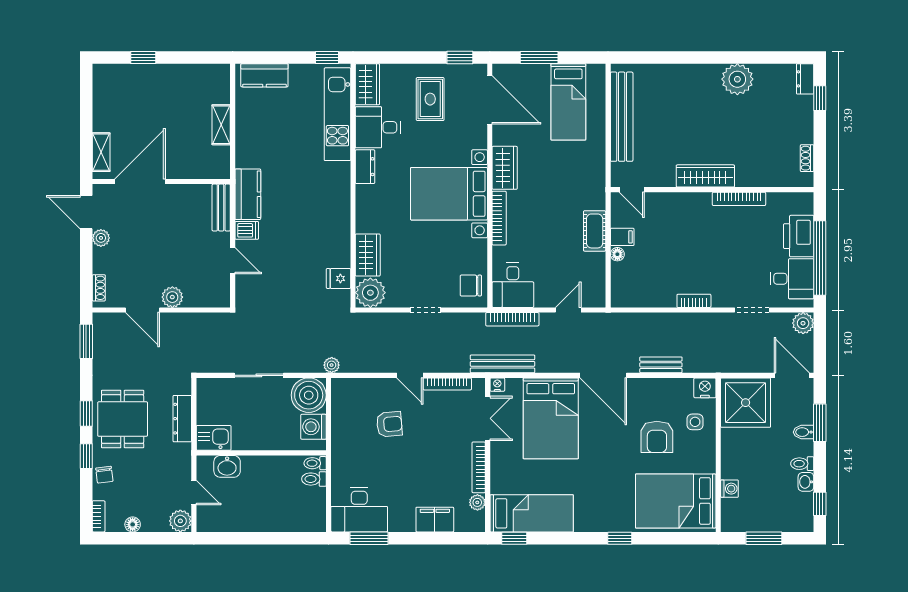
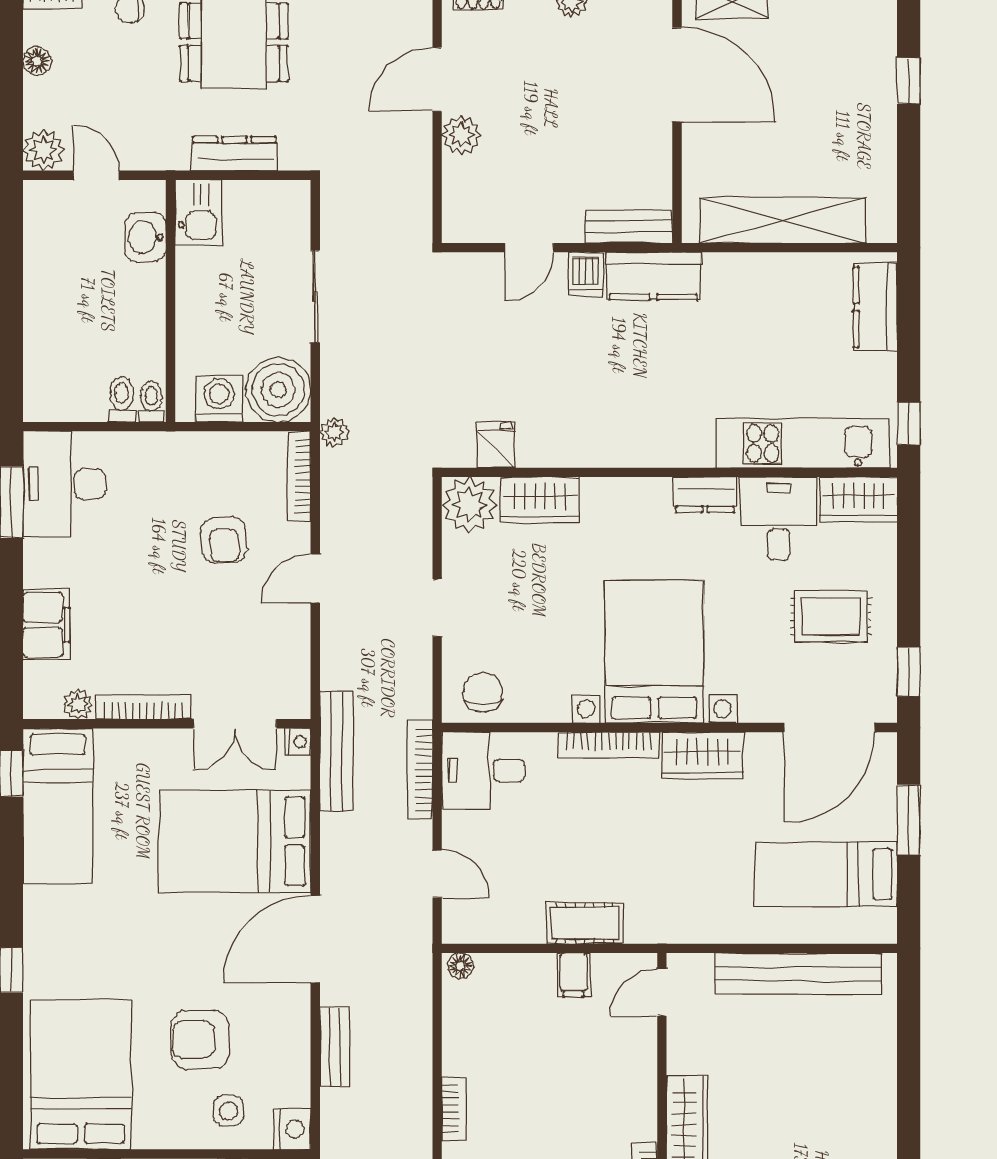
shelving: (221, 125) -> (783, 220), width x2.20, depth x1.33
floor lamp: (617, 254) -> (461, 966), moved
bookcase: (447, 384) -> (299, 476), moved
door: (194, 493) -> (96, 175), swing flipped

